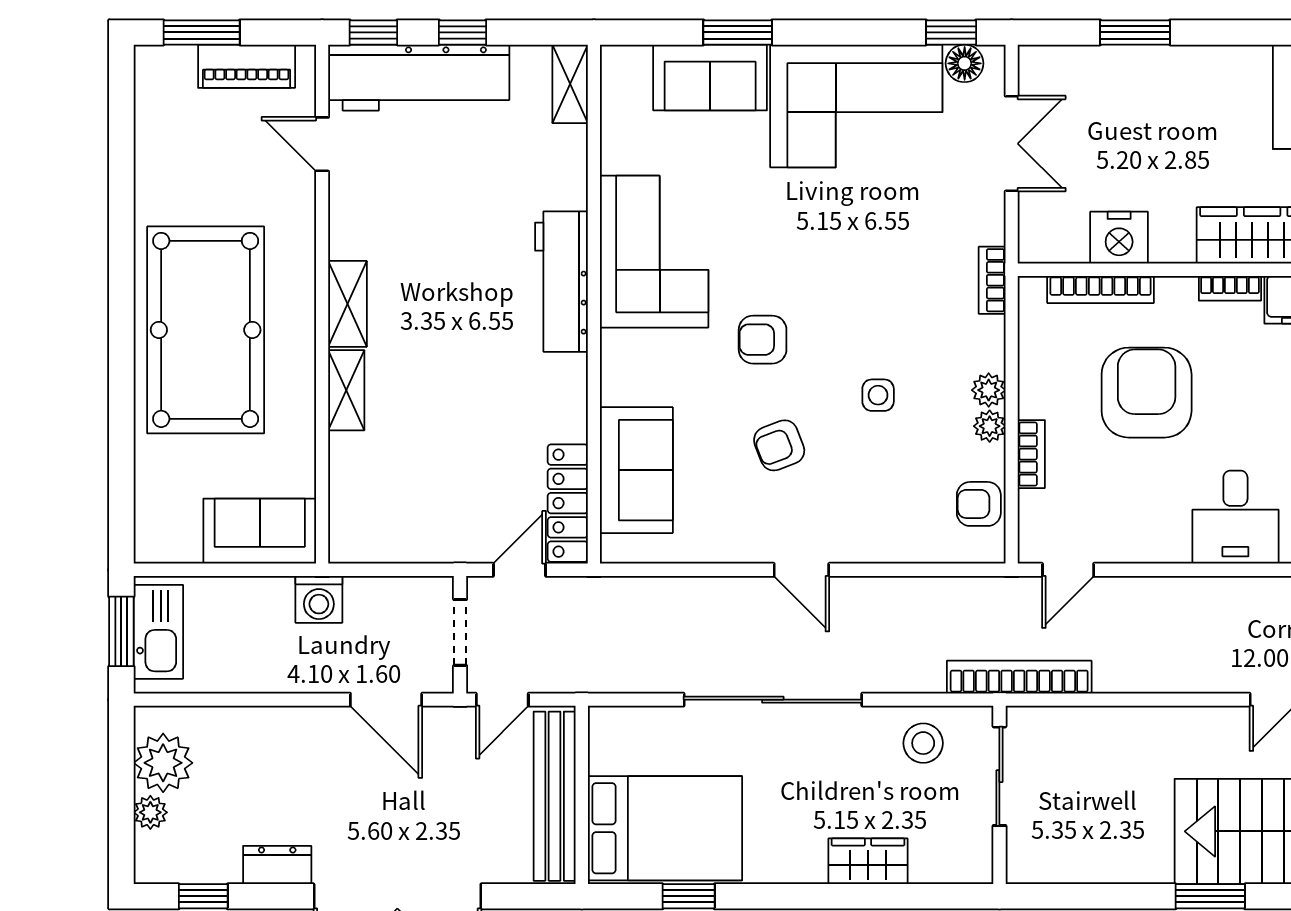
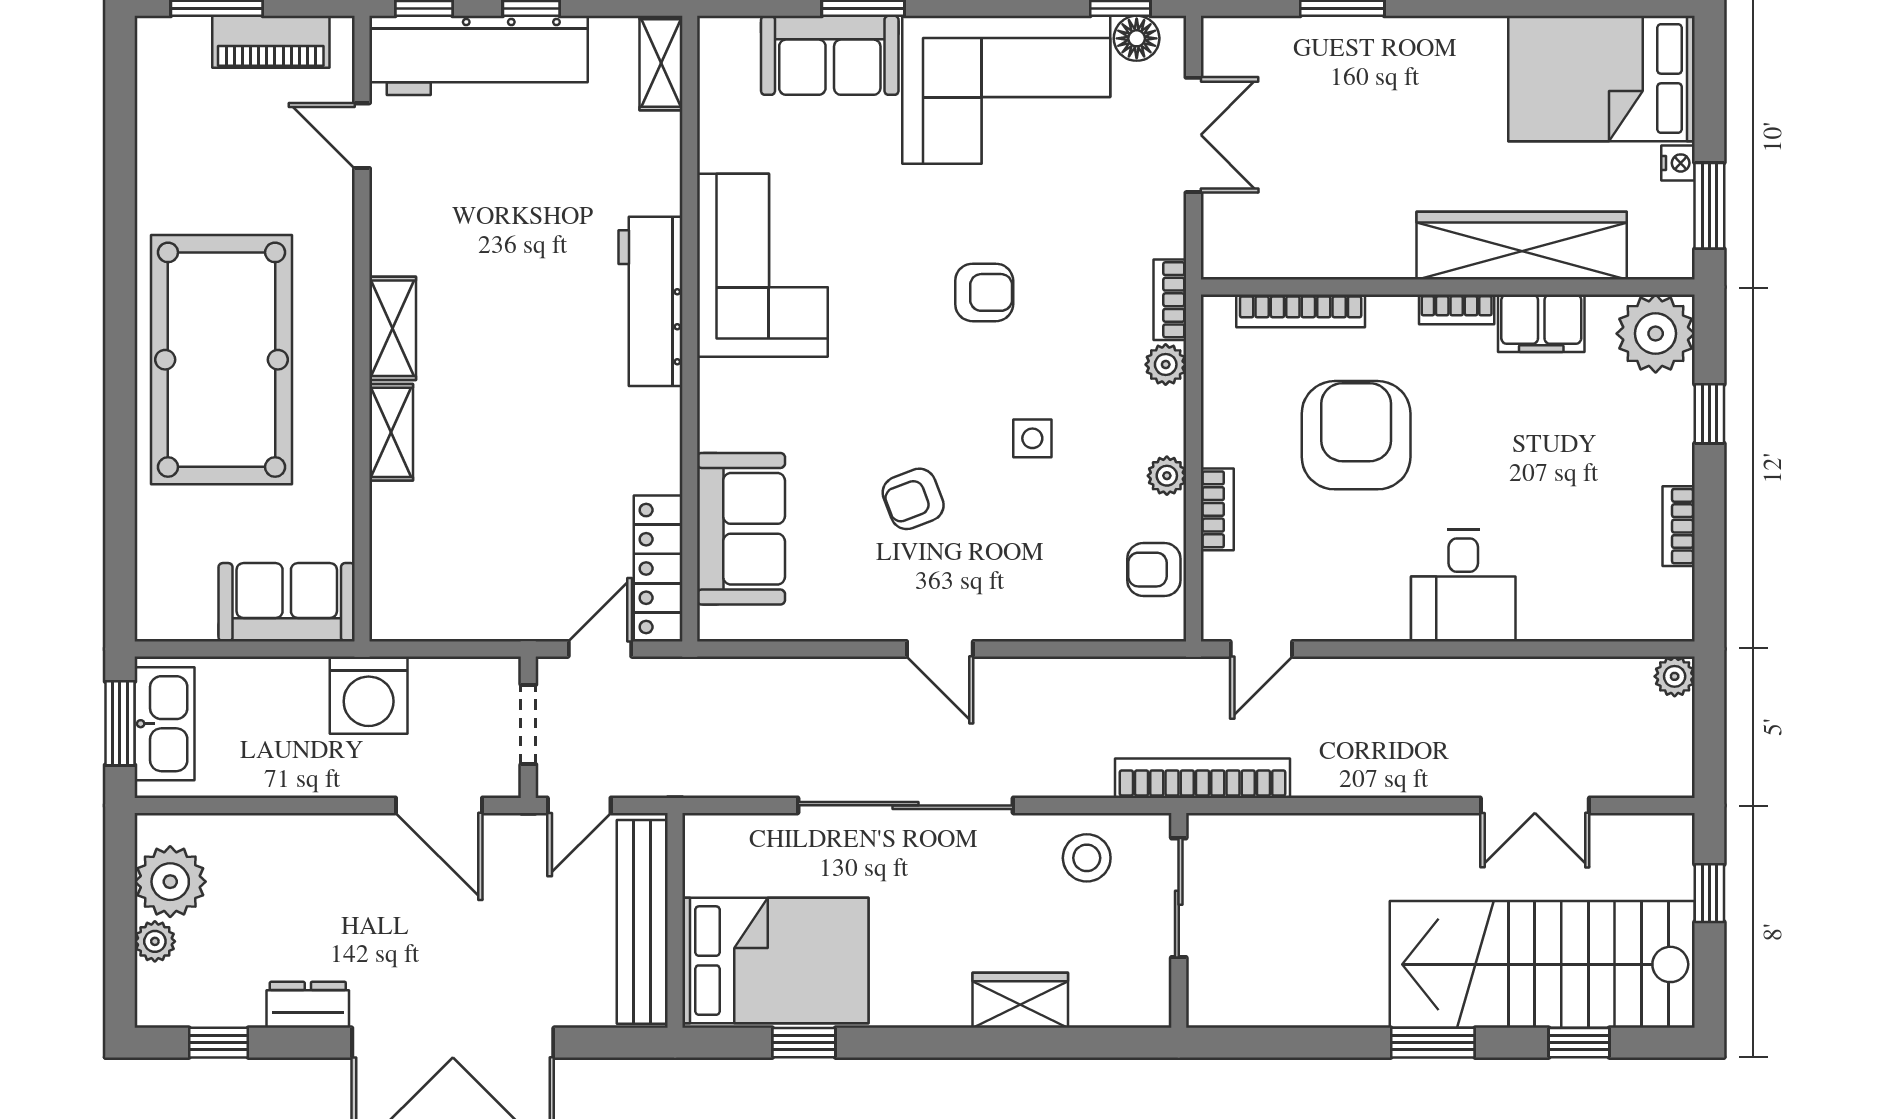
nightstand: (1119, 238) -> (1323, 248), removed
armchair: (763, 340) -> (984, 292), moved, turned 180
plant: (989, 390) -> (1166, 364), moved
washing machine: (319, 599) -> (369, 695), width x1.37, depth x1.37

